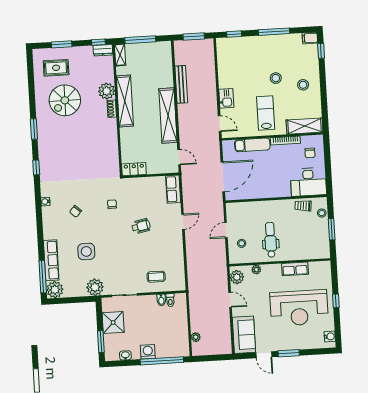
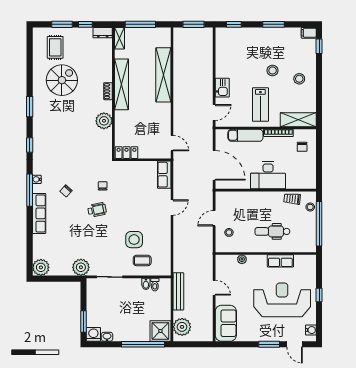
window: (274, 32) -> (274, 24), width x0.69
window: (98, 42) -> (85, 24), moved
rug: (56, 68) -> (55, 47), turned 90
bench: (181, 84) -> (178, 291), moved
plant: (107, 91) -> (104, 121), moved
spiral stairs: (65, 100) -> (62, 80), turned 180
lab bench: (266, 113) -> (260, 105), turned 180
shelving: (168, 116) -> (163, 75), moved
door: (220, 124) -> (214, 112), hinge flipped
door: (223, 177) -> (214, 165), hinge flipped
desk: (308, 182) -> (268, 175), moved
wheelchair: (141, 226) -> (97, 210), moved
window: (332, 229) -> (319, 224), width x2.11
dental chair: (271, 240) -> (272, 231), moved, turned -90
side table: (86, 251) -> (134, 240), moved
row of seats: (51, 260) -> (39, 213), moved
window: (43, 277) -> (30, 190), moved
plant: (237, 277) -> (222, 266), removed
reception desk: (299, 308) -> (282, 300), turned 180
shower: (113, 322) -> (160, 331), moved
plant: (196, 337) -> (182, 327), width x1.87, depth x1.87
washing machine: (148, 352) -> (93, 334), moved
door: (264, 355) -> (295, 344), moved

